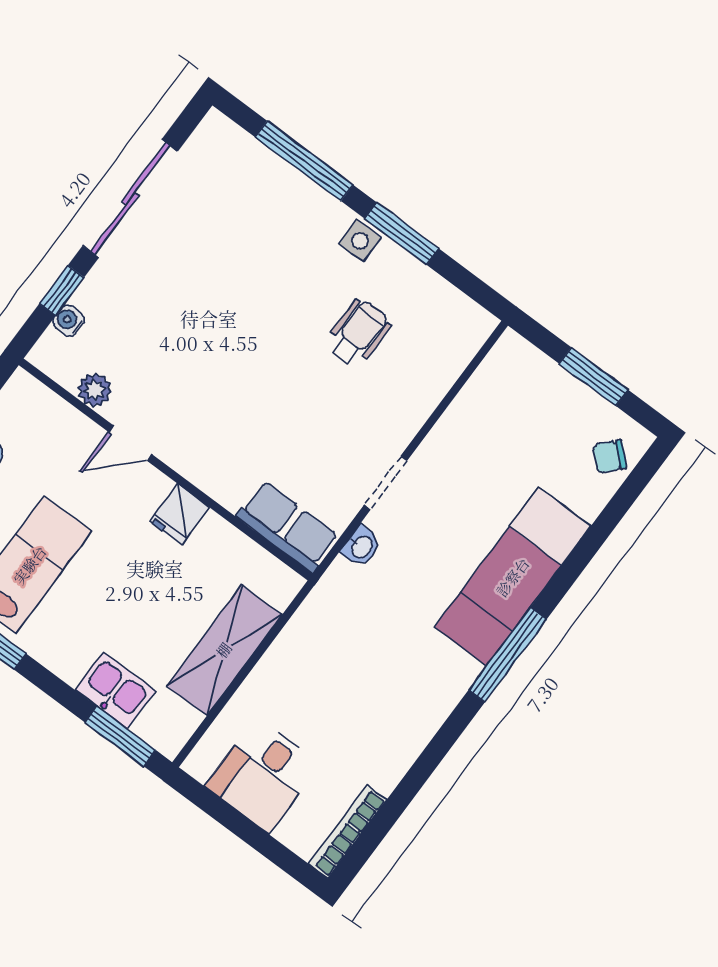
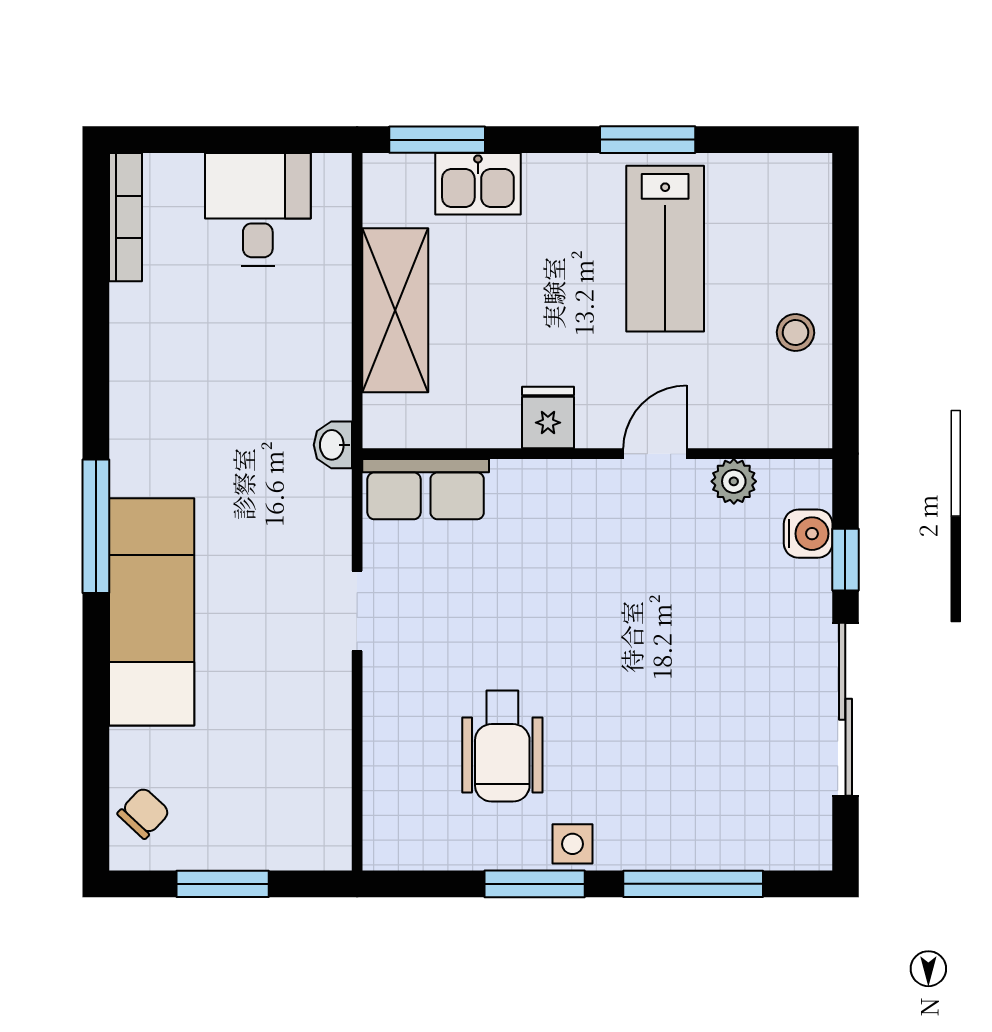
water cooler: (69, 321) -> (808, 534), width x1.38, depth x1.38
wheelchair: (358, 333) -> (502, 746), width x1.36, depth x1.37
washbasin: (361, 547) -> (333, 445), moved

